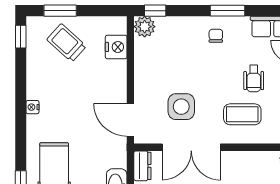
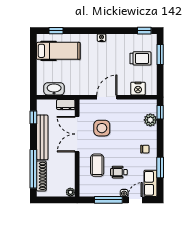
window: (227, 11) -> (160, 167), moved
plant: (145, 27) -> (150, 120), moved
trolley: (67, 43) -> (141, 58), turned 48
door: (130, 120) -> (107, 97), moved

